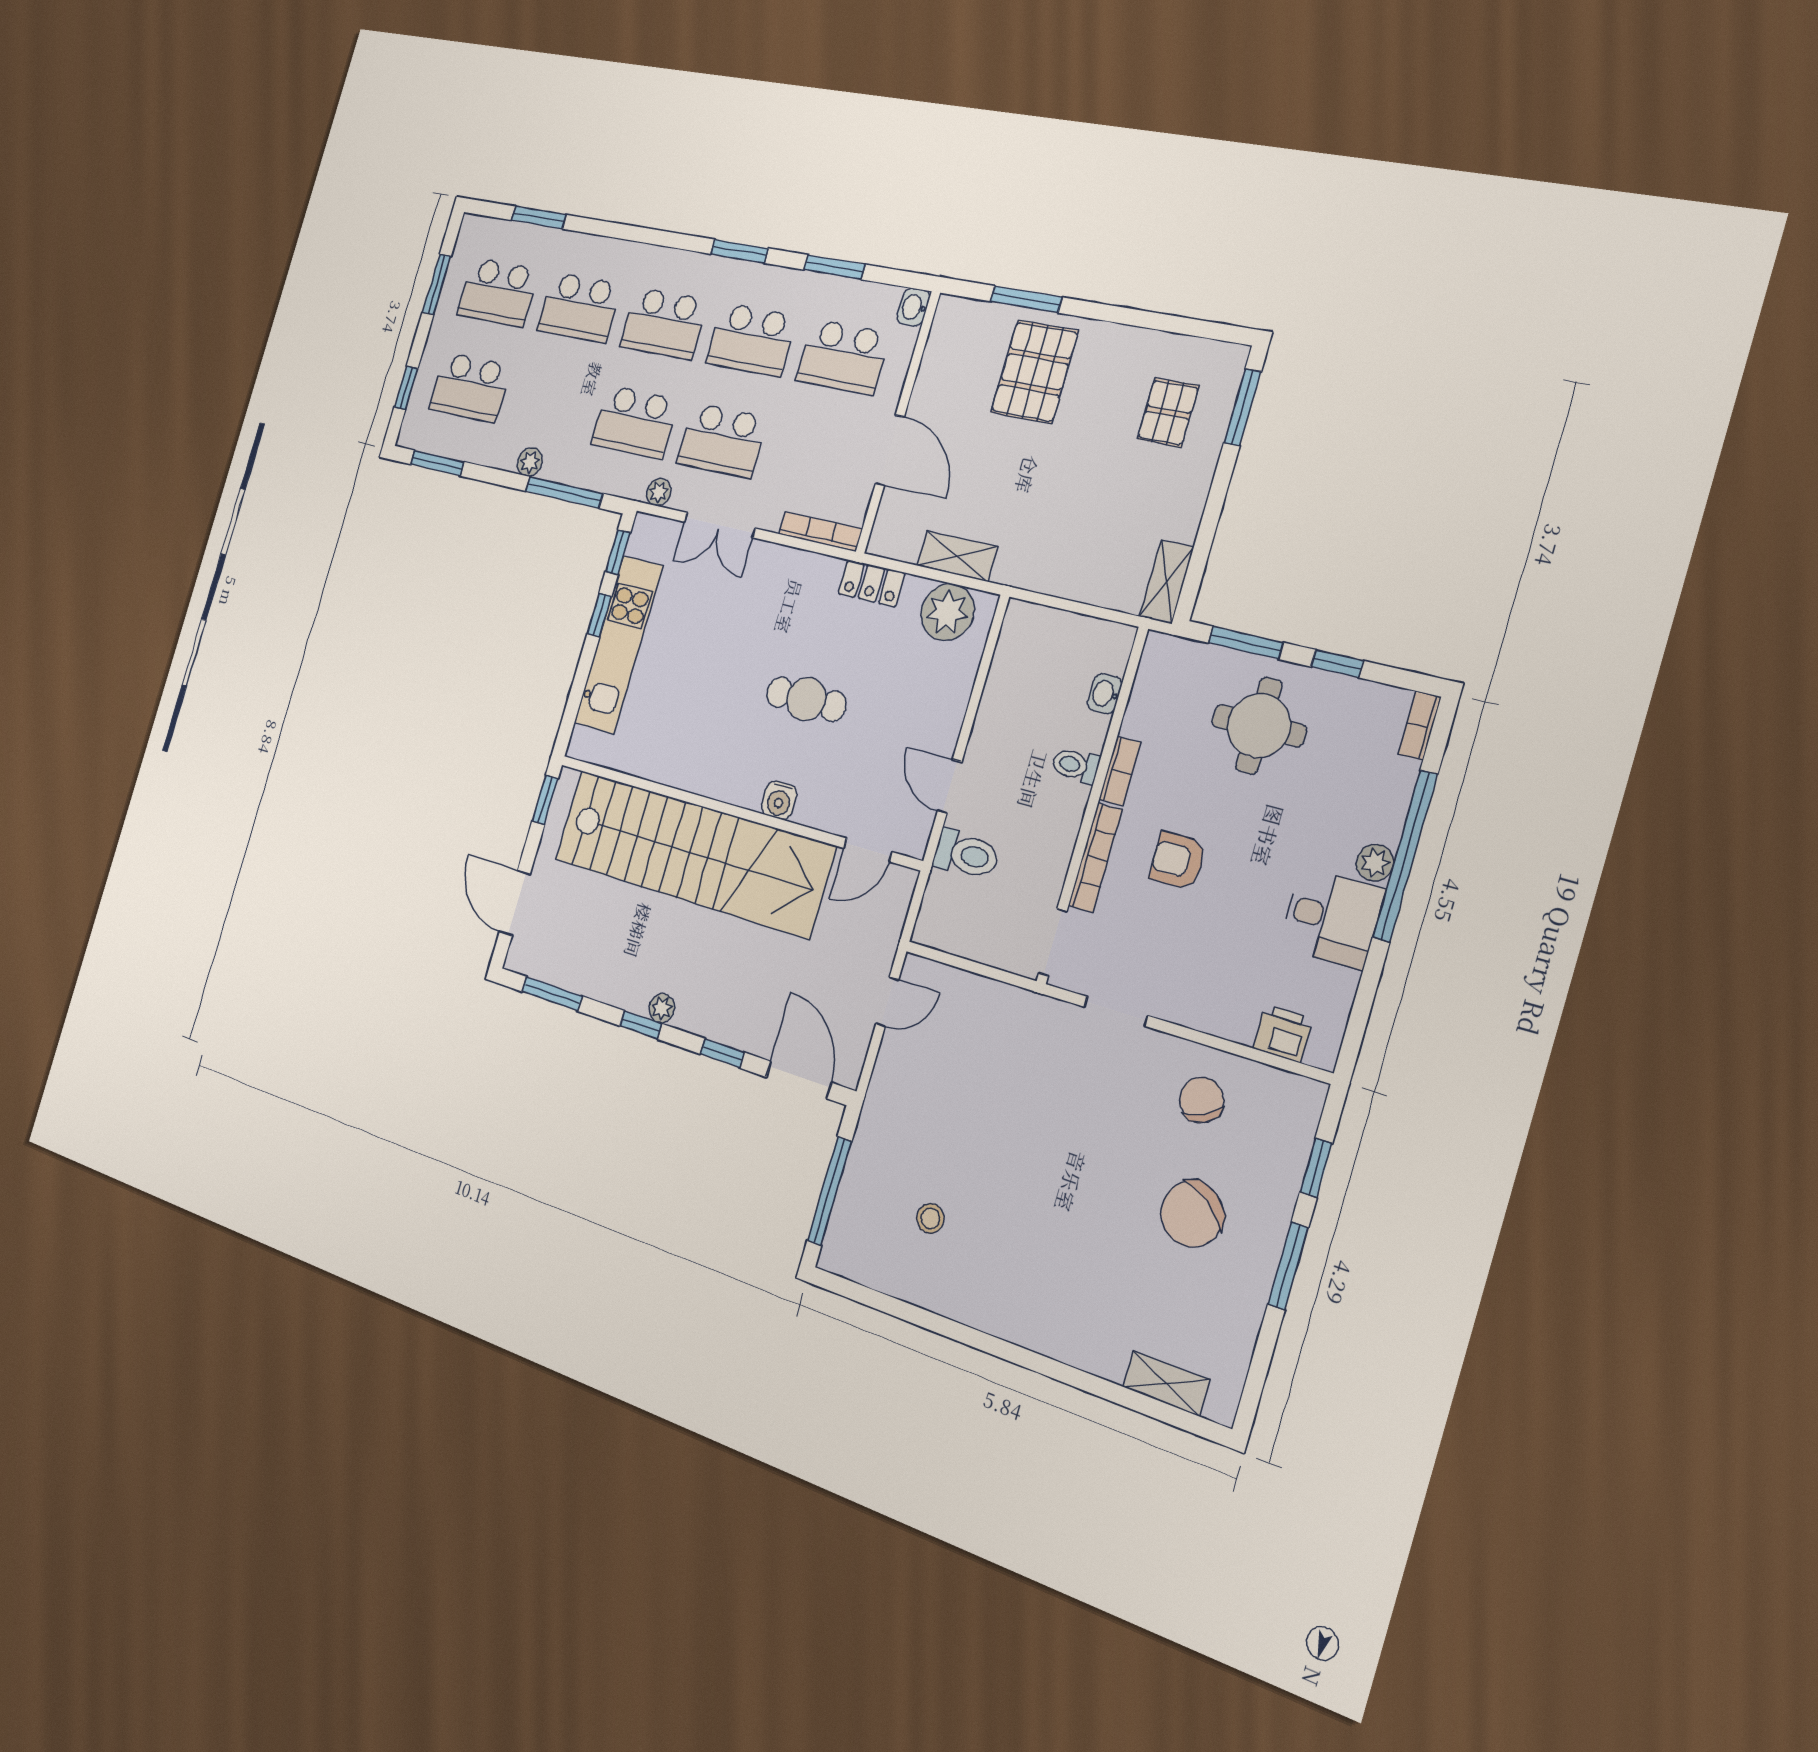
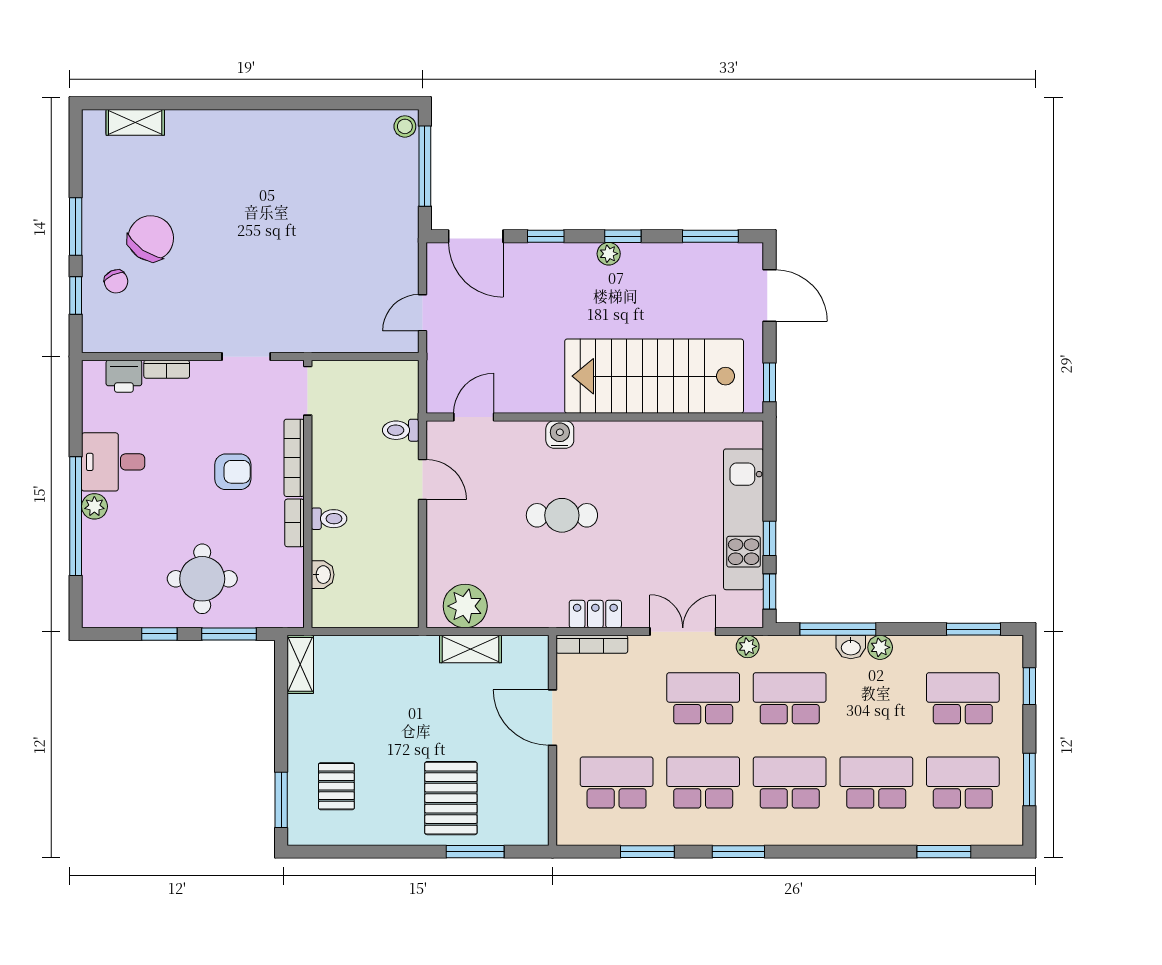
washbasin: (914, 307) -> (851, 647), moved, turned 90
locker: (871, 583) -> (595, 614), moved
bookcase: (1420, 726) -> (167, 369), moved, turned 90
stairs: (692, 853) -> (654, 376), width x0.73
toilet: (966, 854) -> (401, 430), width x0.73, depth x0.72
chair: (1202, 1100) -> (116, 281), moved, width x0.73, depth x0.73
stool: (930, 1218) -> (405, 126), moved

